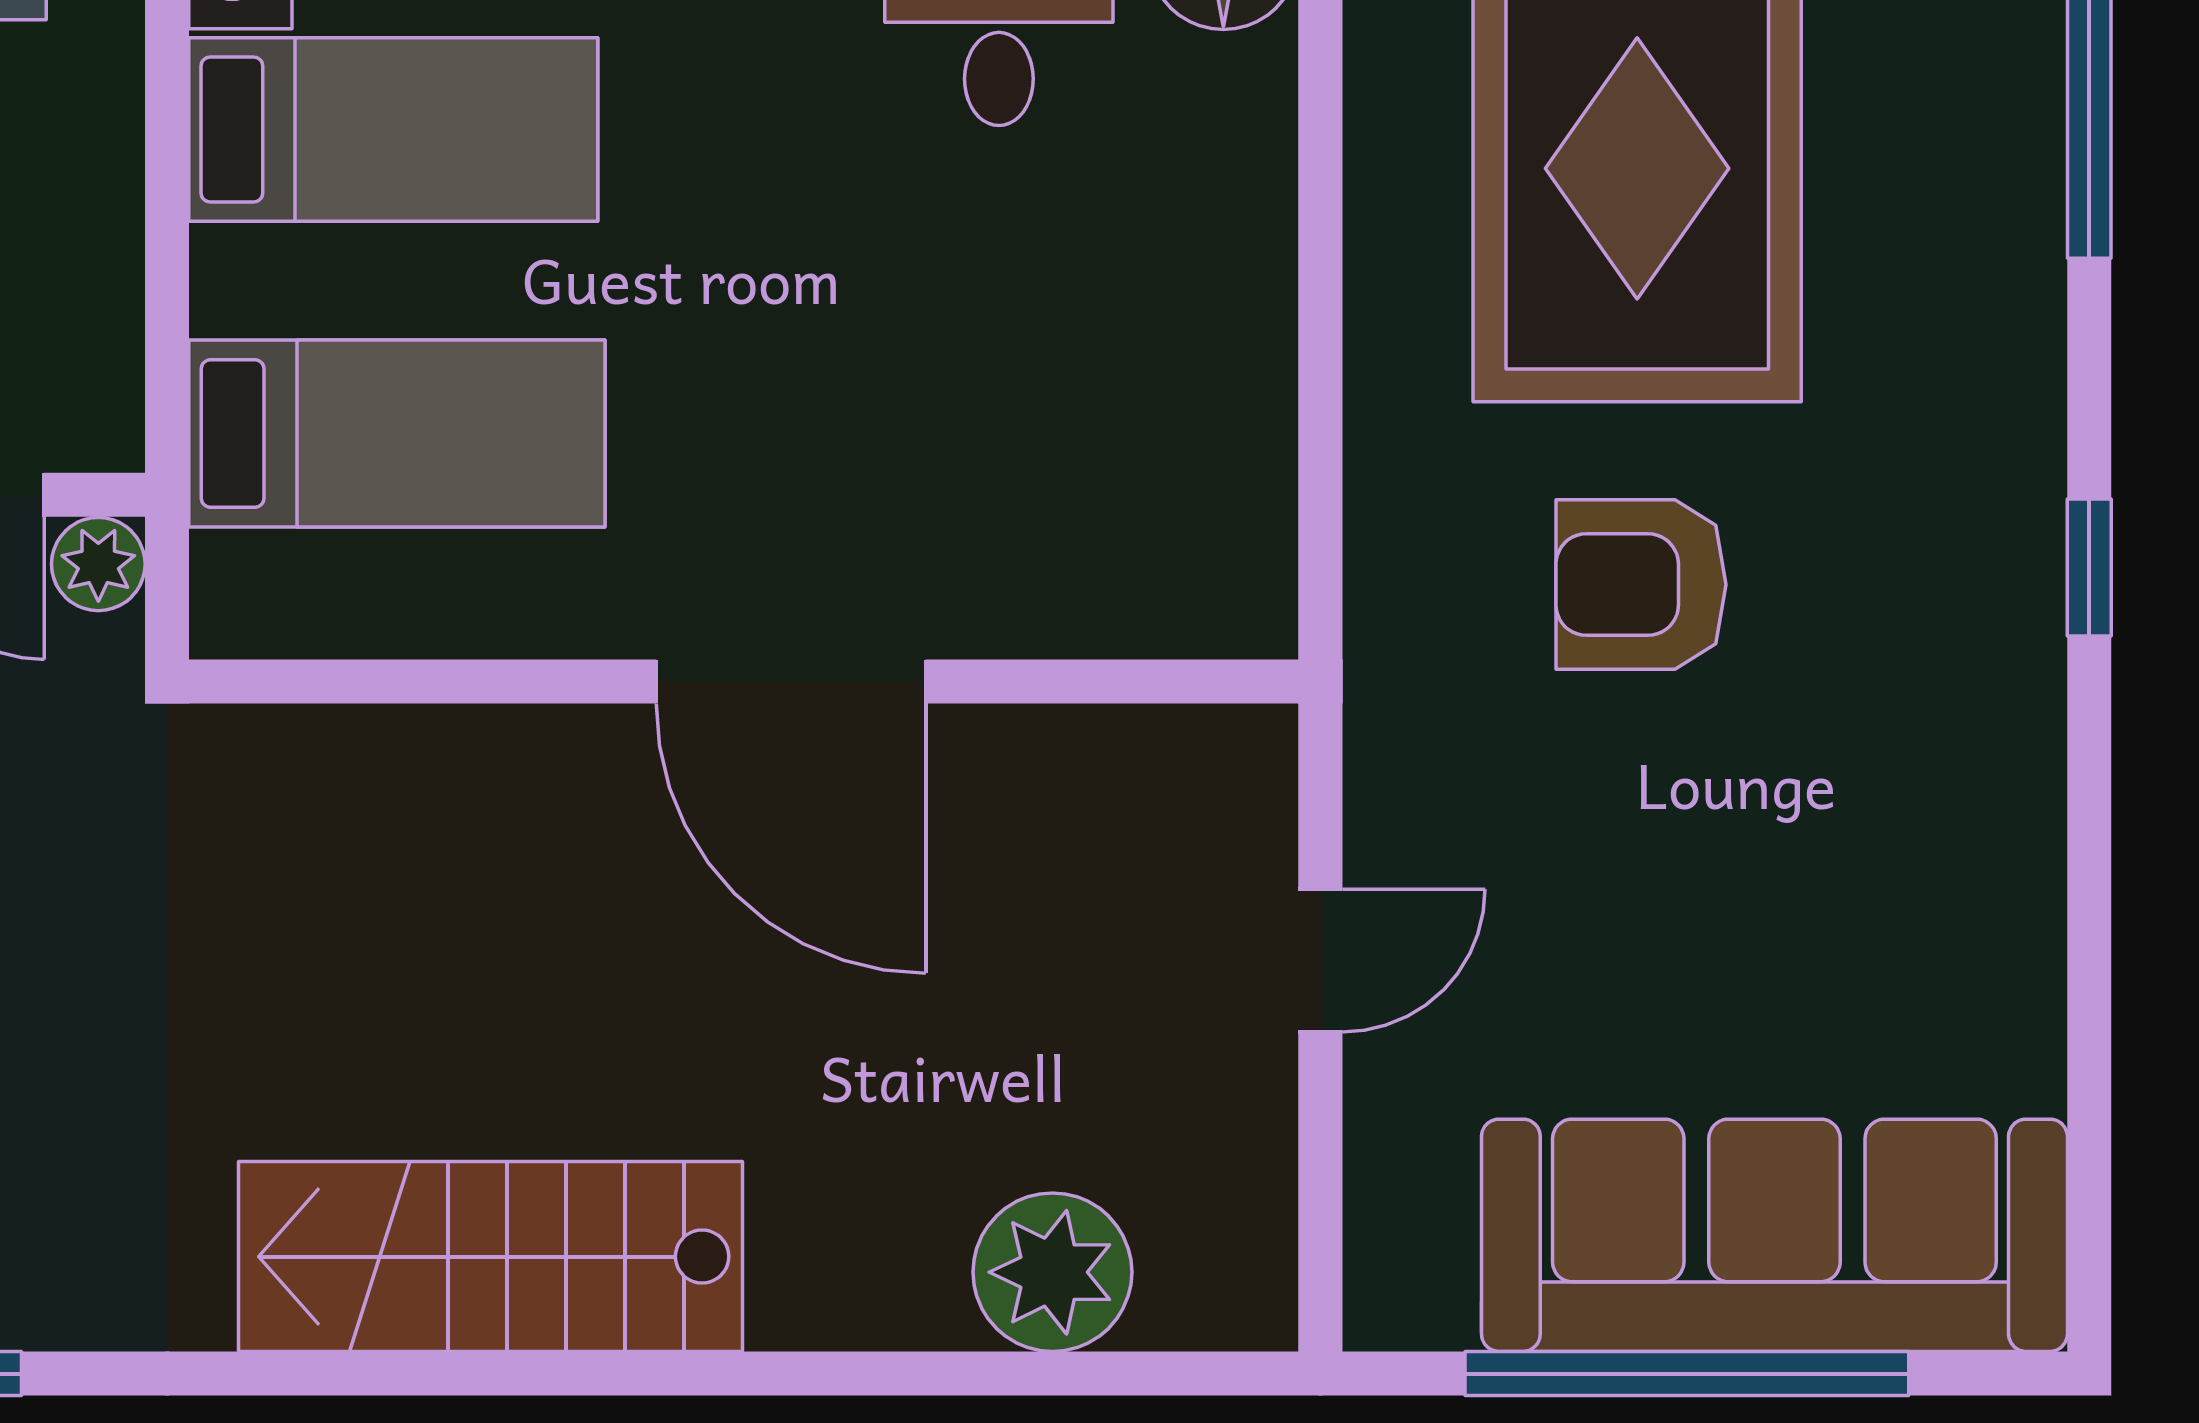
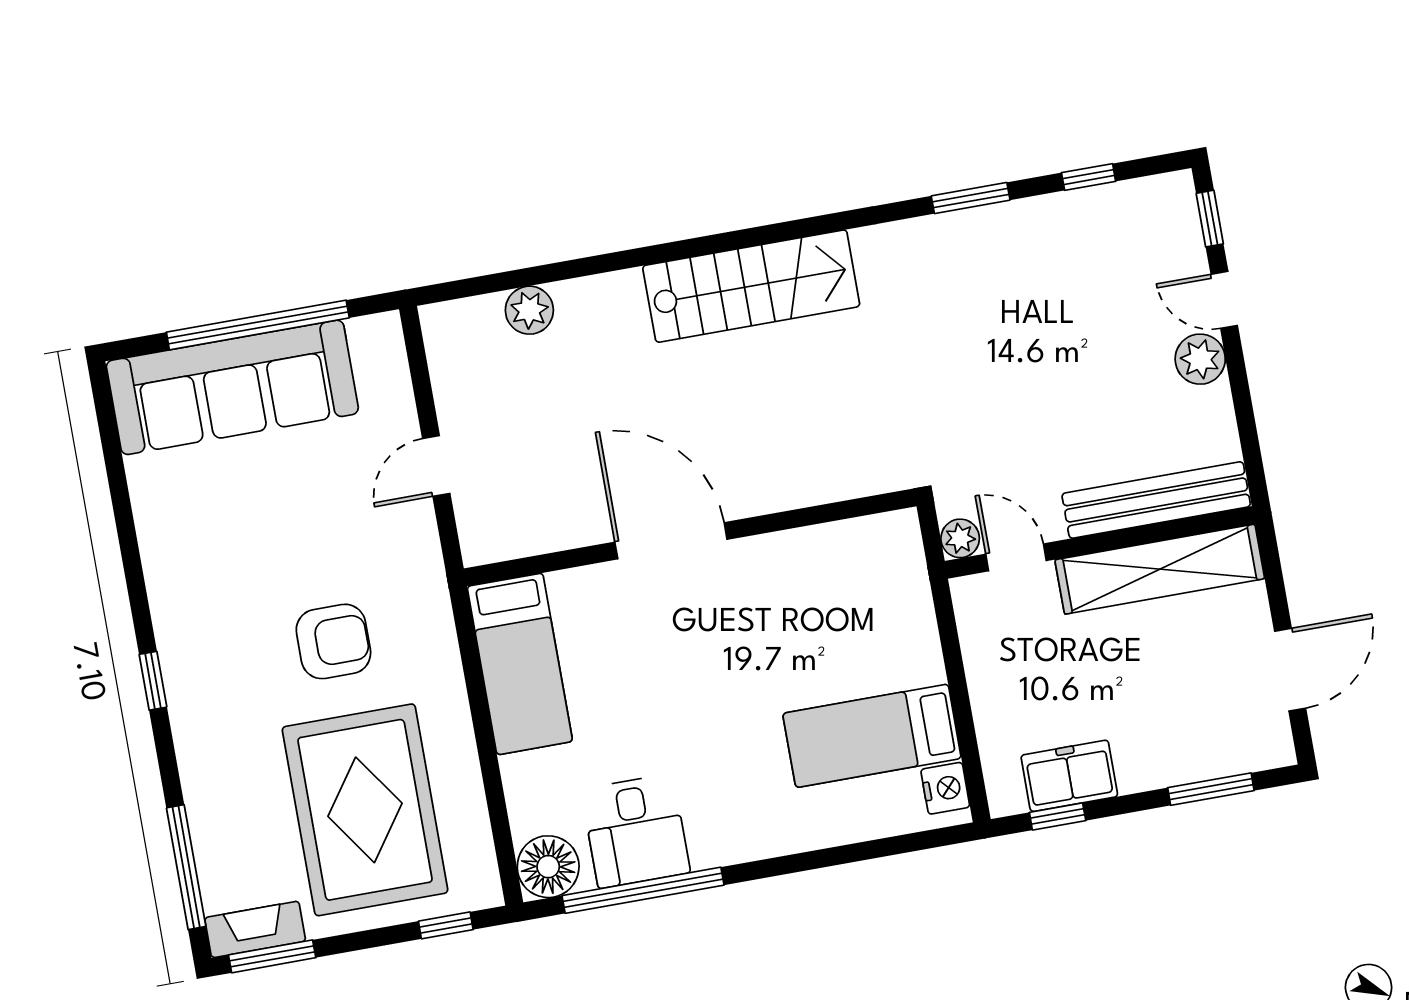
bed: (397, 433) -> (520, 664), moved, turned -90
plant: (1052, 1272) -> (529, 310), width x0.73, depth x0.73

